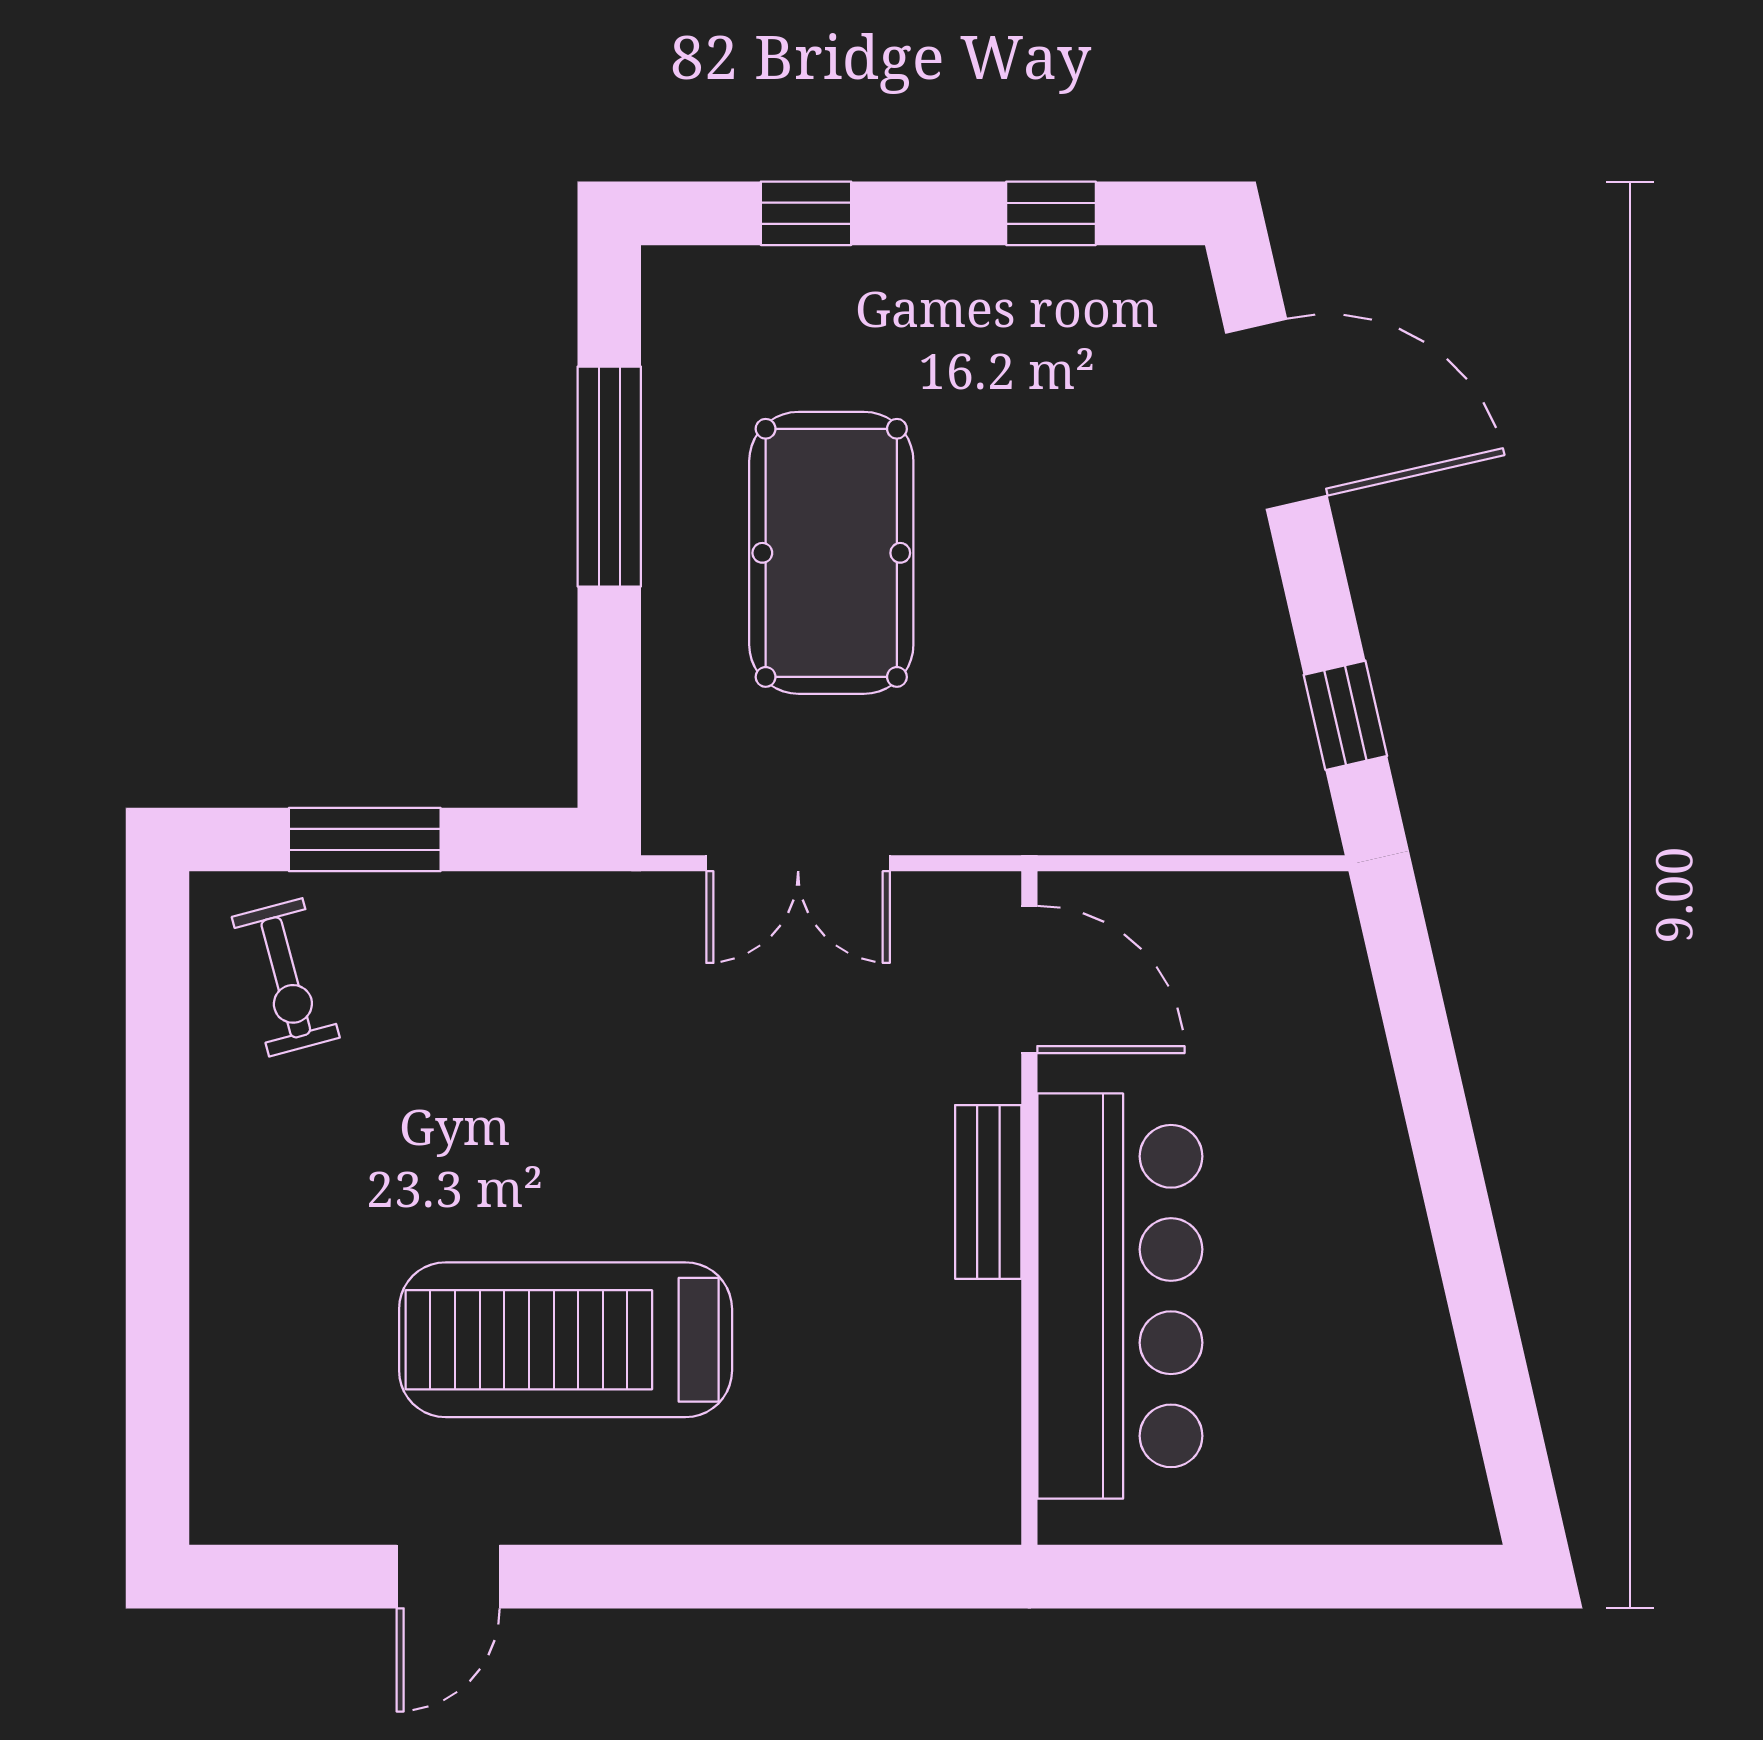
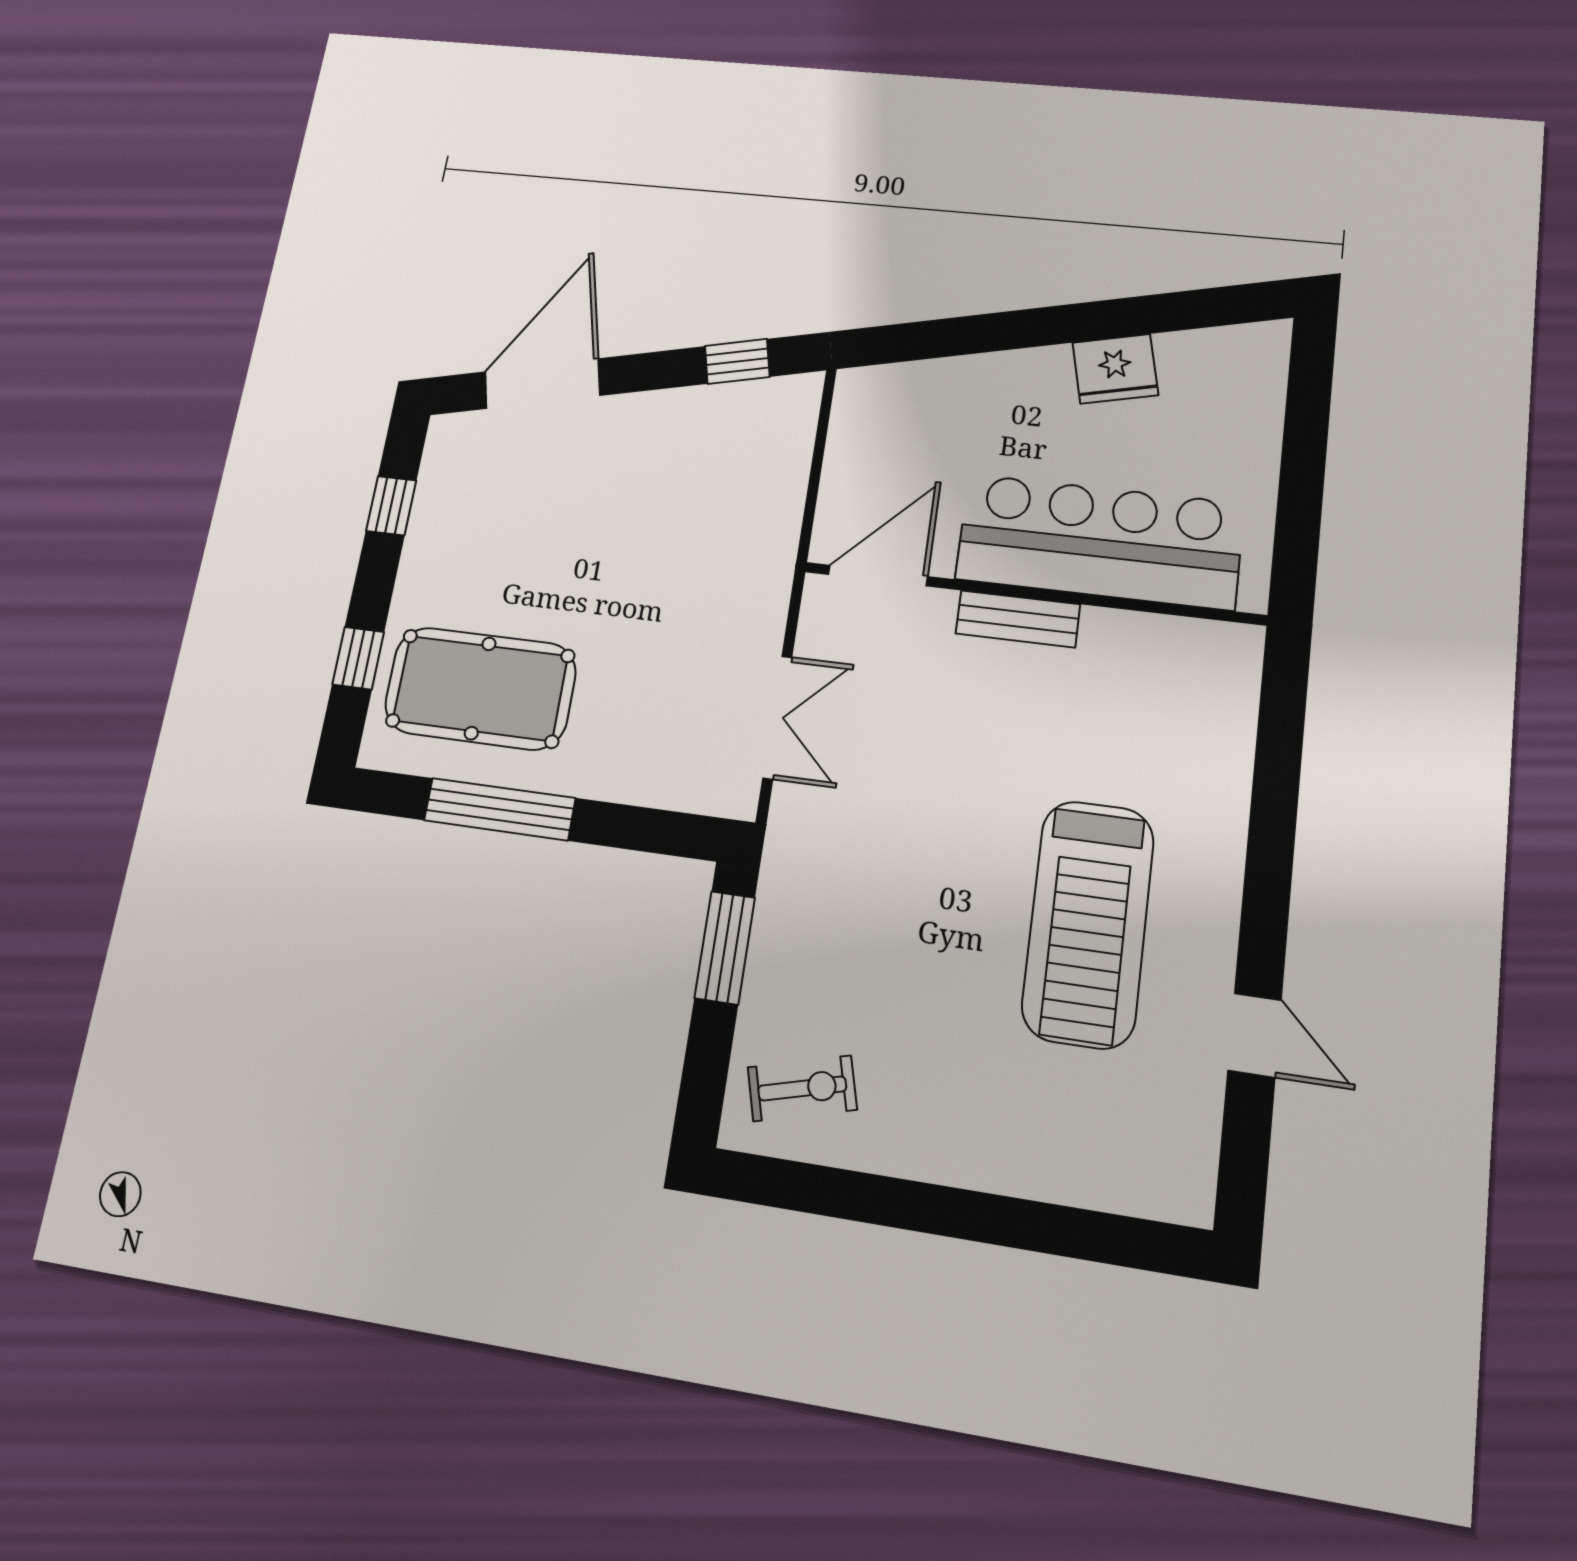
pool table: (831, 553) -> (480, 688), moved
window: (365, 839) -> (725, 948), moved
fridge: (1393, 1291) -> (1115, 369), added

